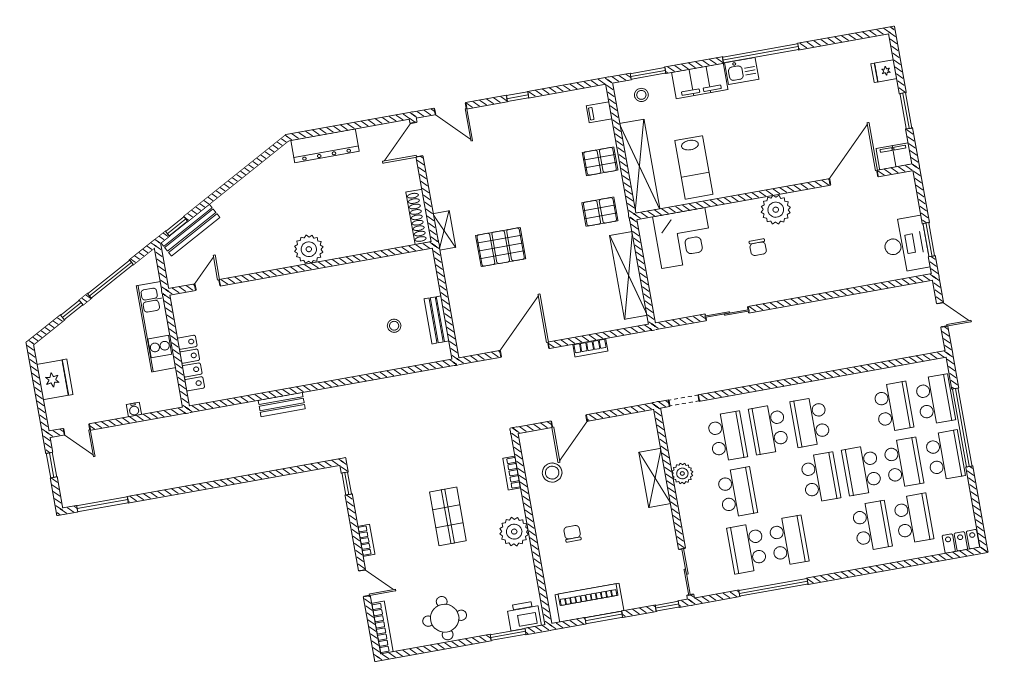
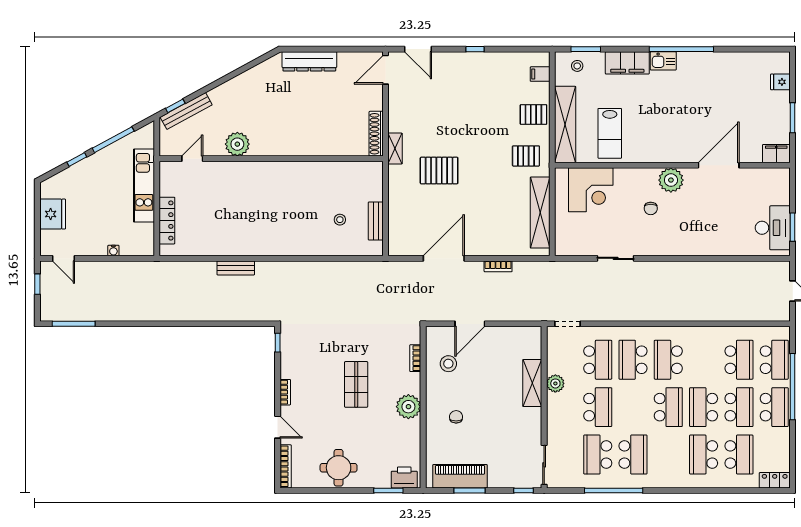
door: (854, 178) -> (719, 165), moved
plant: (309, 249) -> (237, 144), moved
school desk: (872, 526) -> (704, 455), turned 180

